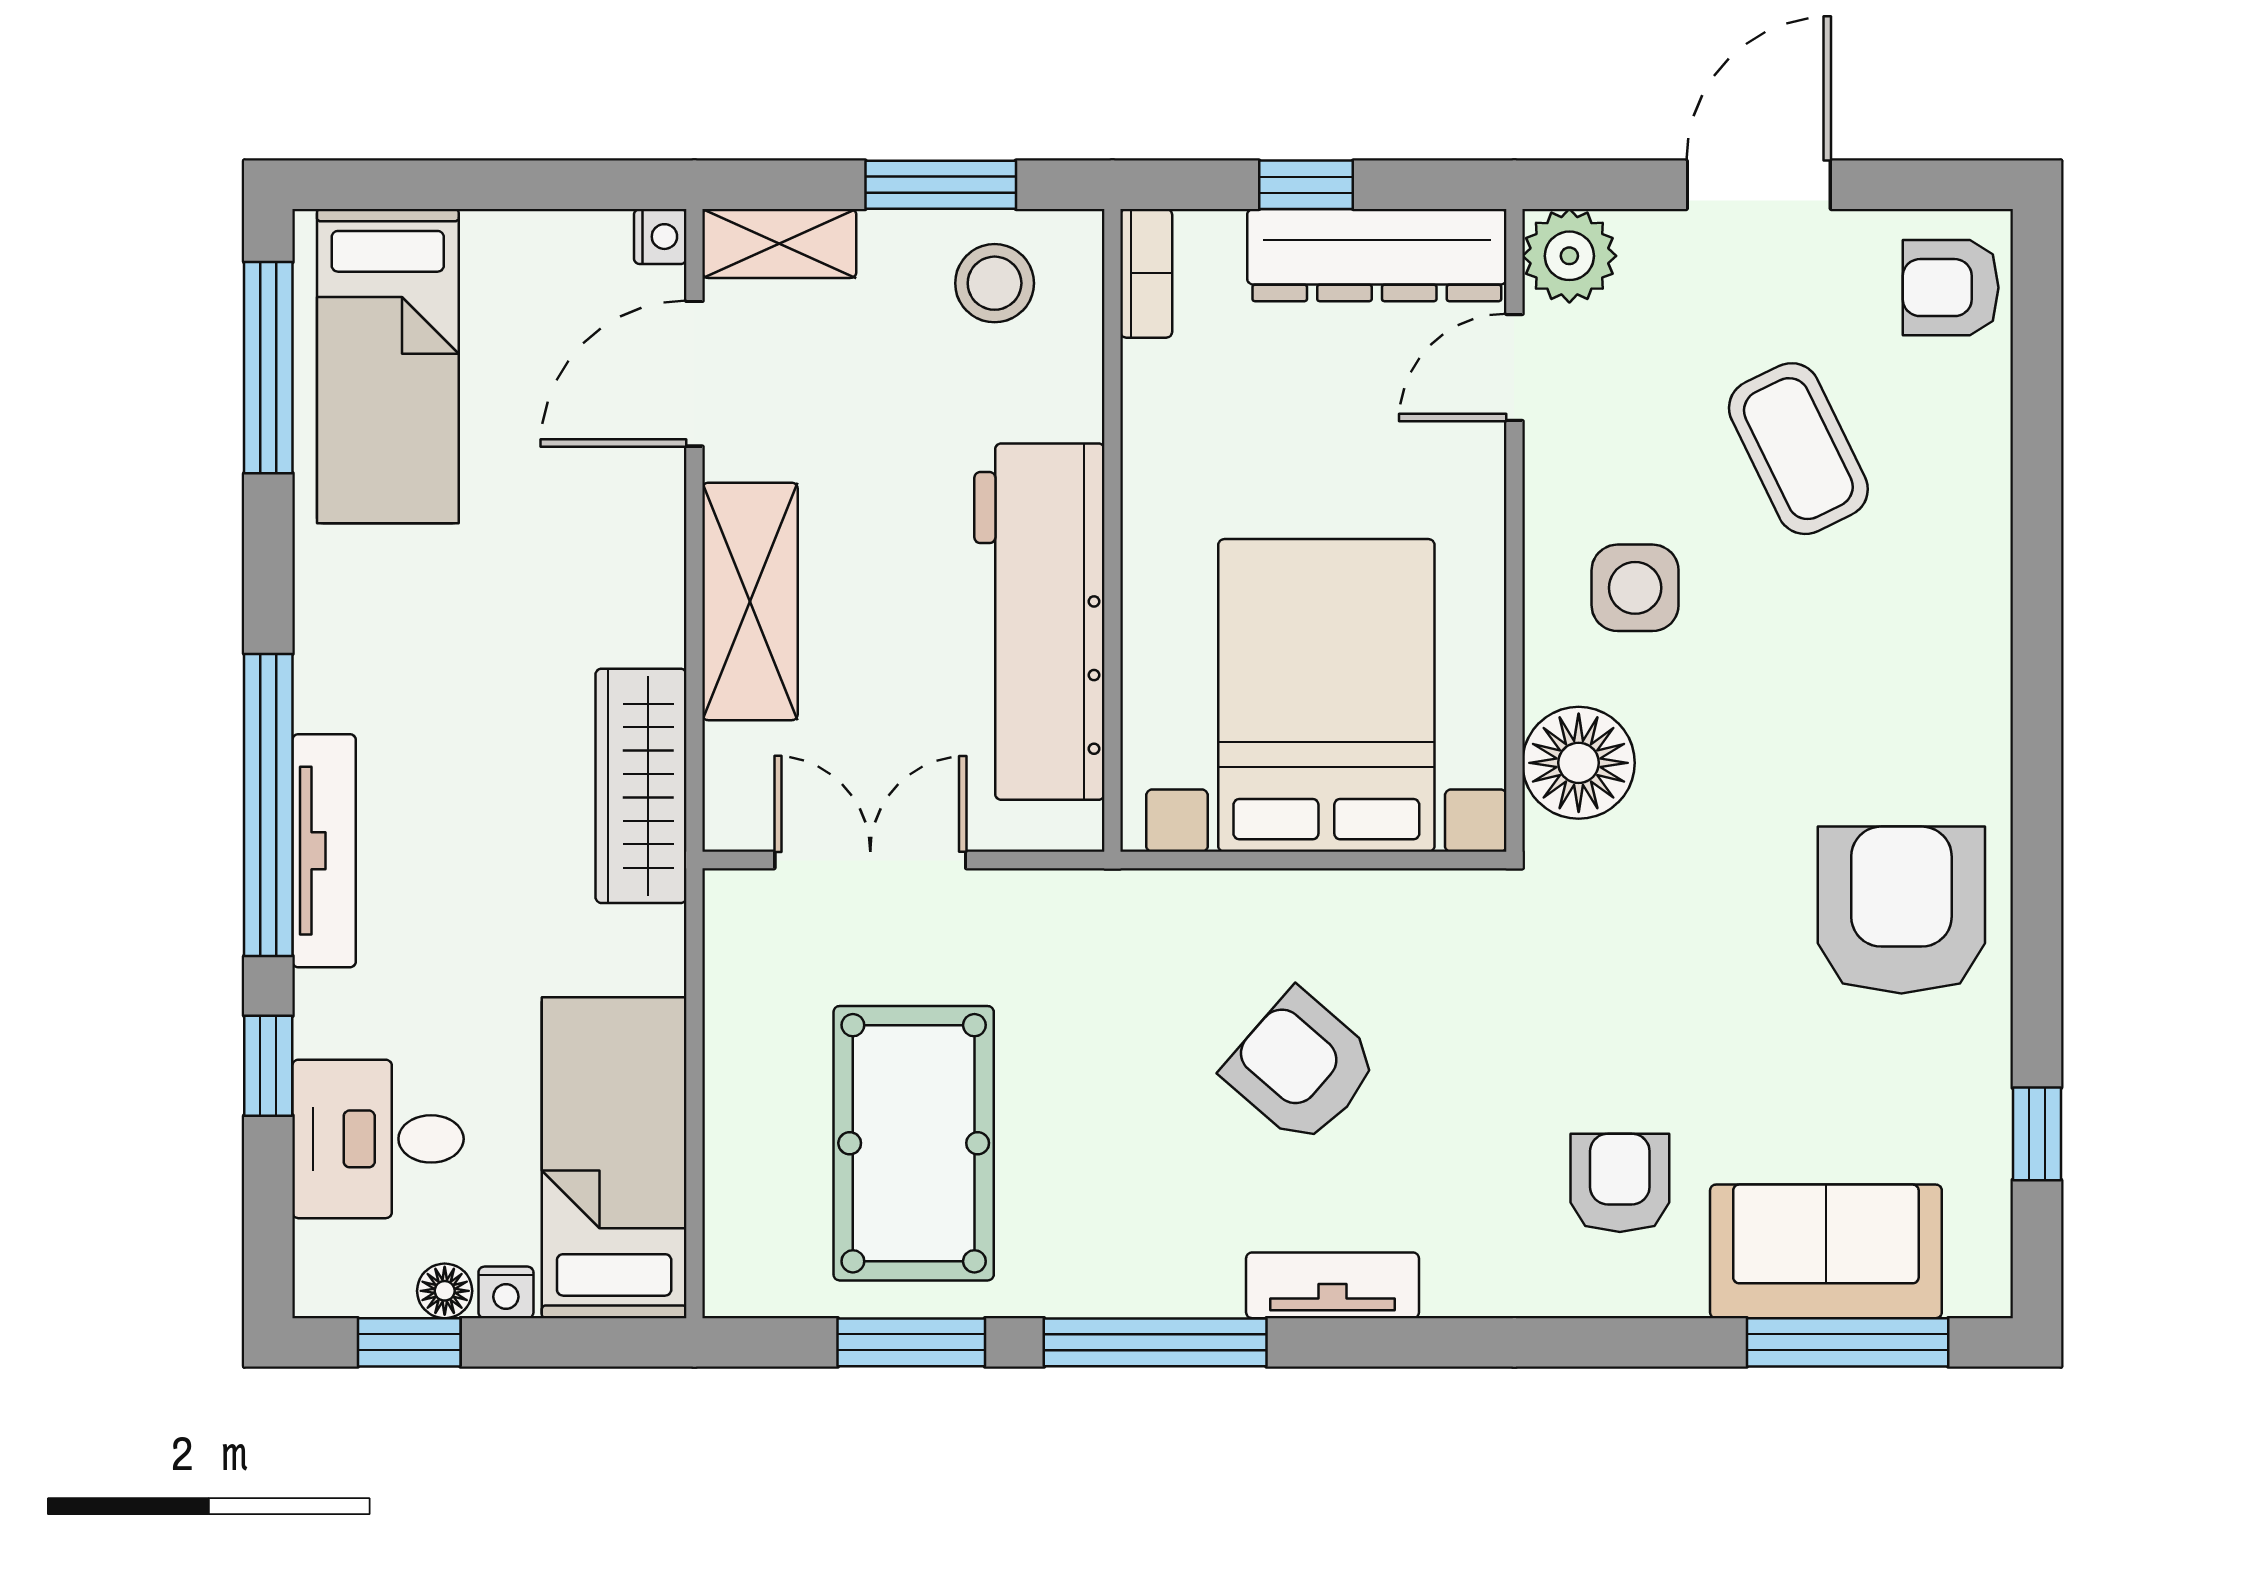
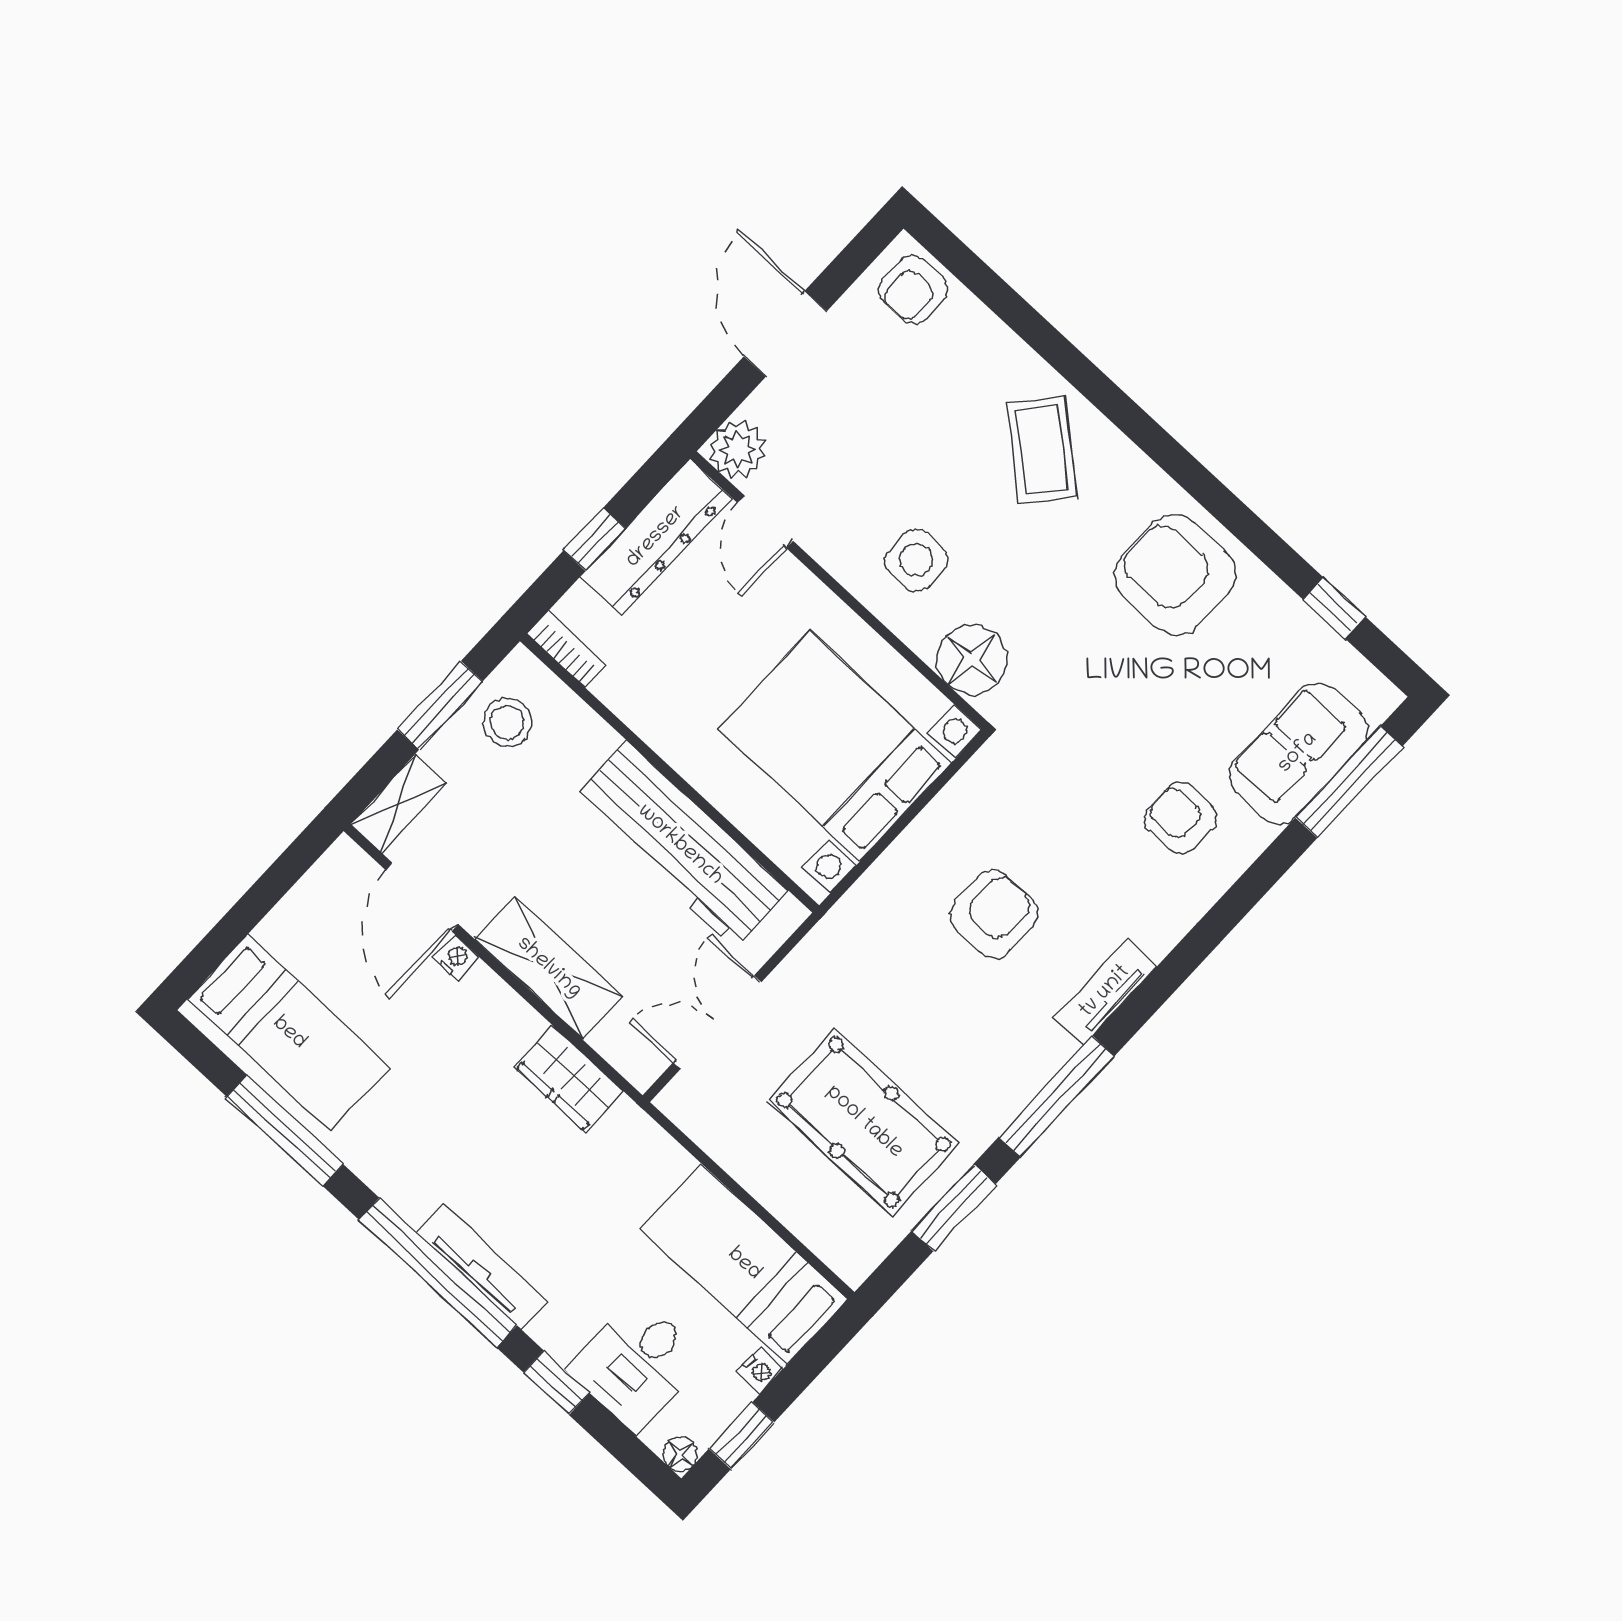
nightstand: (660, 237) -> (456, 958), moved
window: (268, 368) -> (285, 1131), moved
coffee table: (1798, 449) -> (1042, 450), moved, turned 66
wardrobe: (641, 786) -> (569, 1079), width x0.67
armchair: (1301, 1067) -> (993, 914), turned 139
floor lamp: (445, 1291) -> (680, 1454), moved

